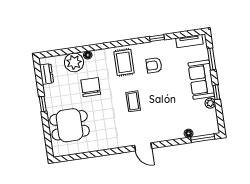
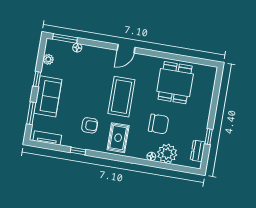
chair: (91, 87) -> (159, 124), turned -90
coffee table: (133, 101) -> (121, 97), width x1.86, depth x1.72
plant: (210, 103) -> (48, 59), moved
window: (43, 104) -> (209, 137), moved
dining table: (70, 125) -> (175, 83), moved, turned 90
door: (143, 147) -> (126, 49), swing flipped

